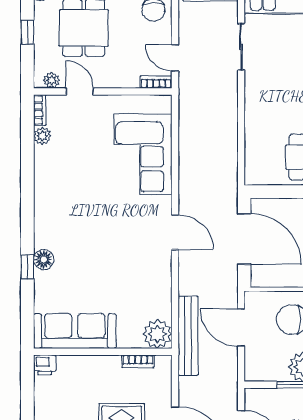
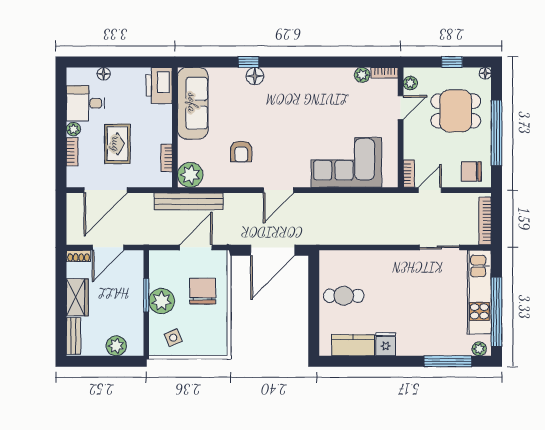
armchair: (130, 275) -> (241, 151), added
printer: (45, 365) -> (159, 86), width x1.87, depth x1.48

